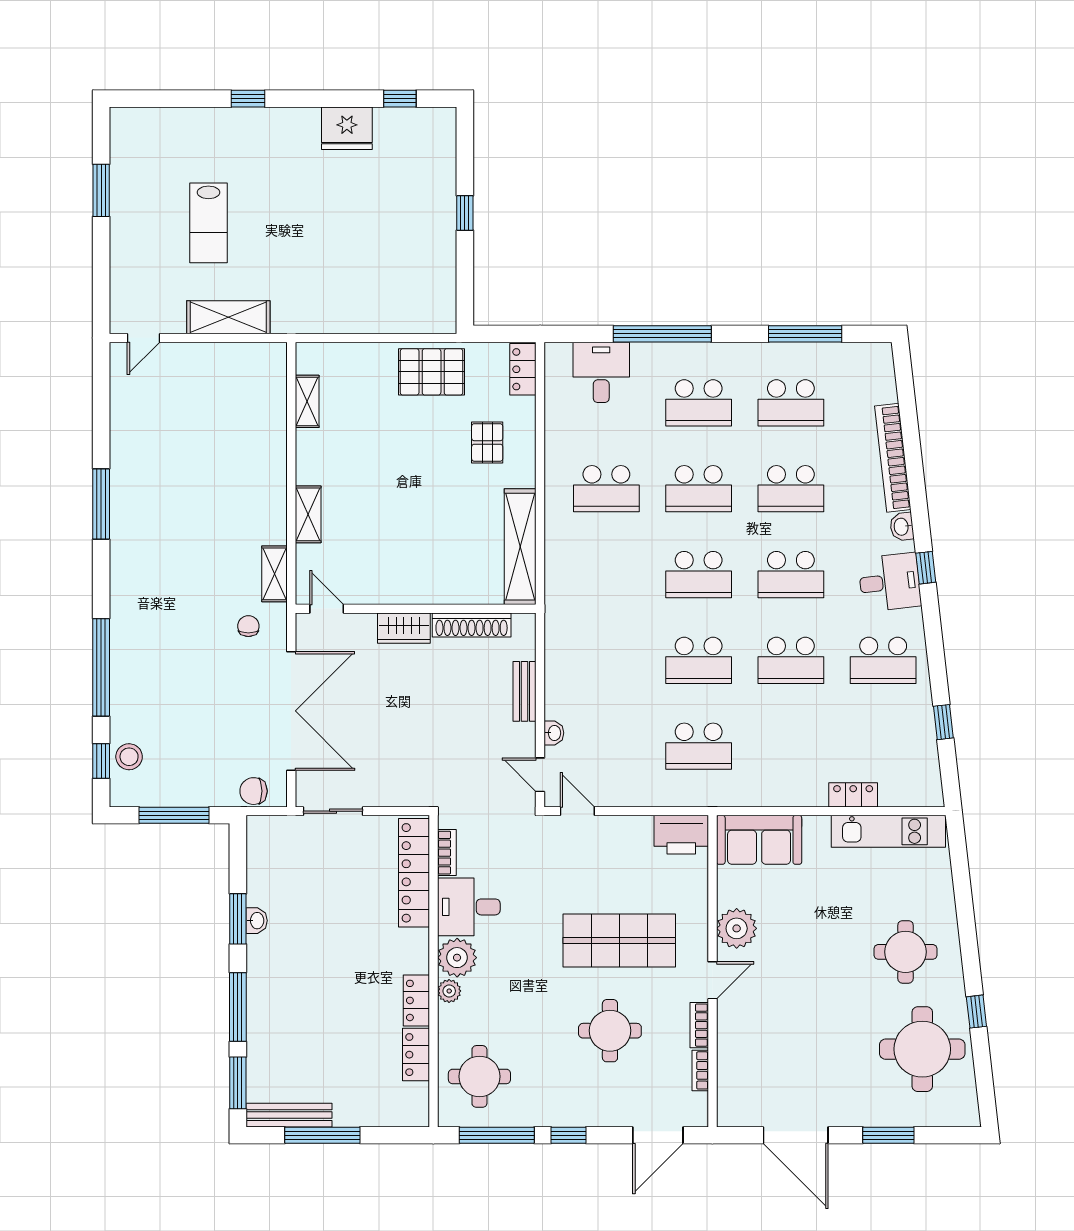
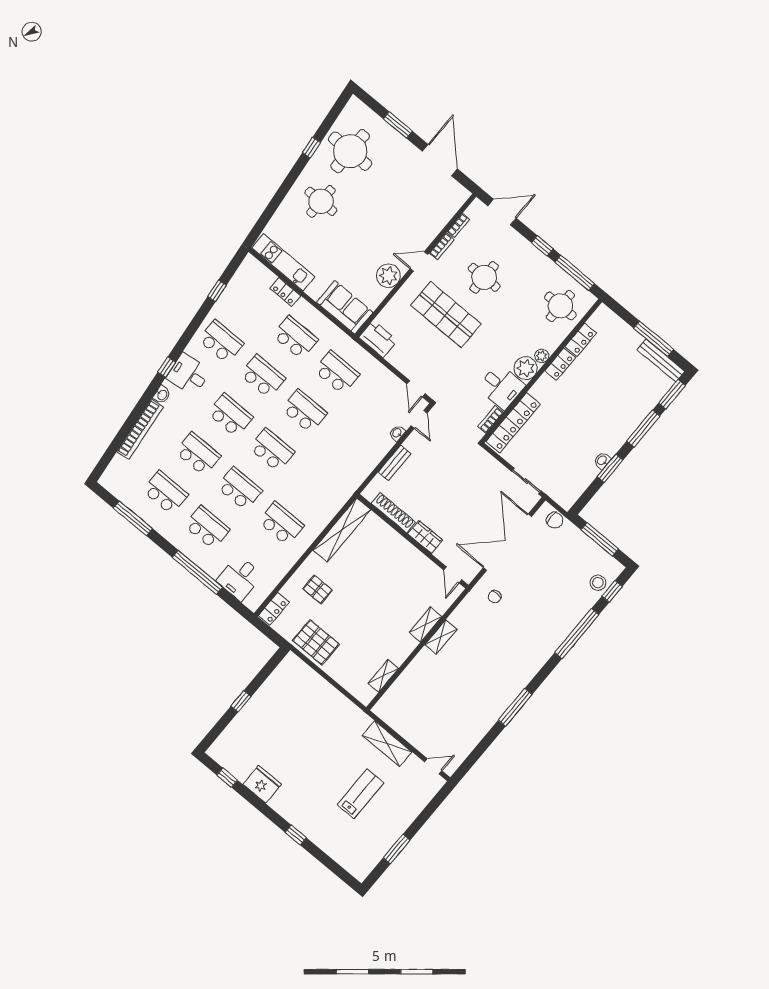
pallet: (487, 442) -> (318, 589), turned 90
shelving: (274, 574) -> (441, 637), moved
school desk: (791, 746) -> (295, 337), added

